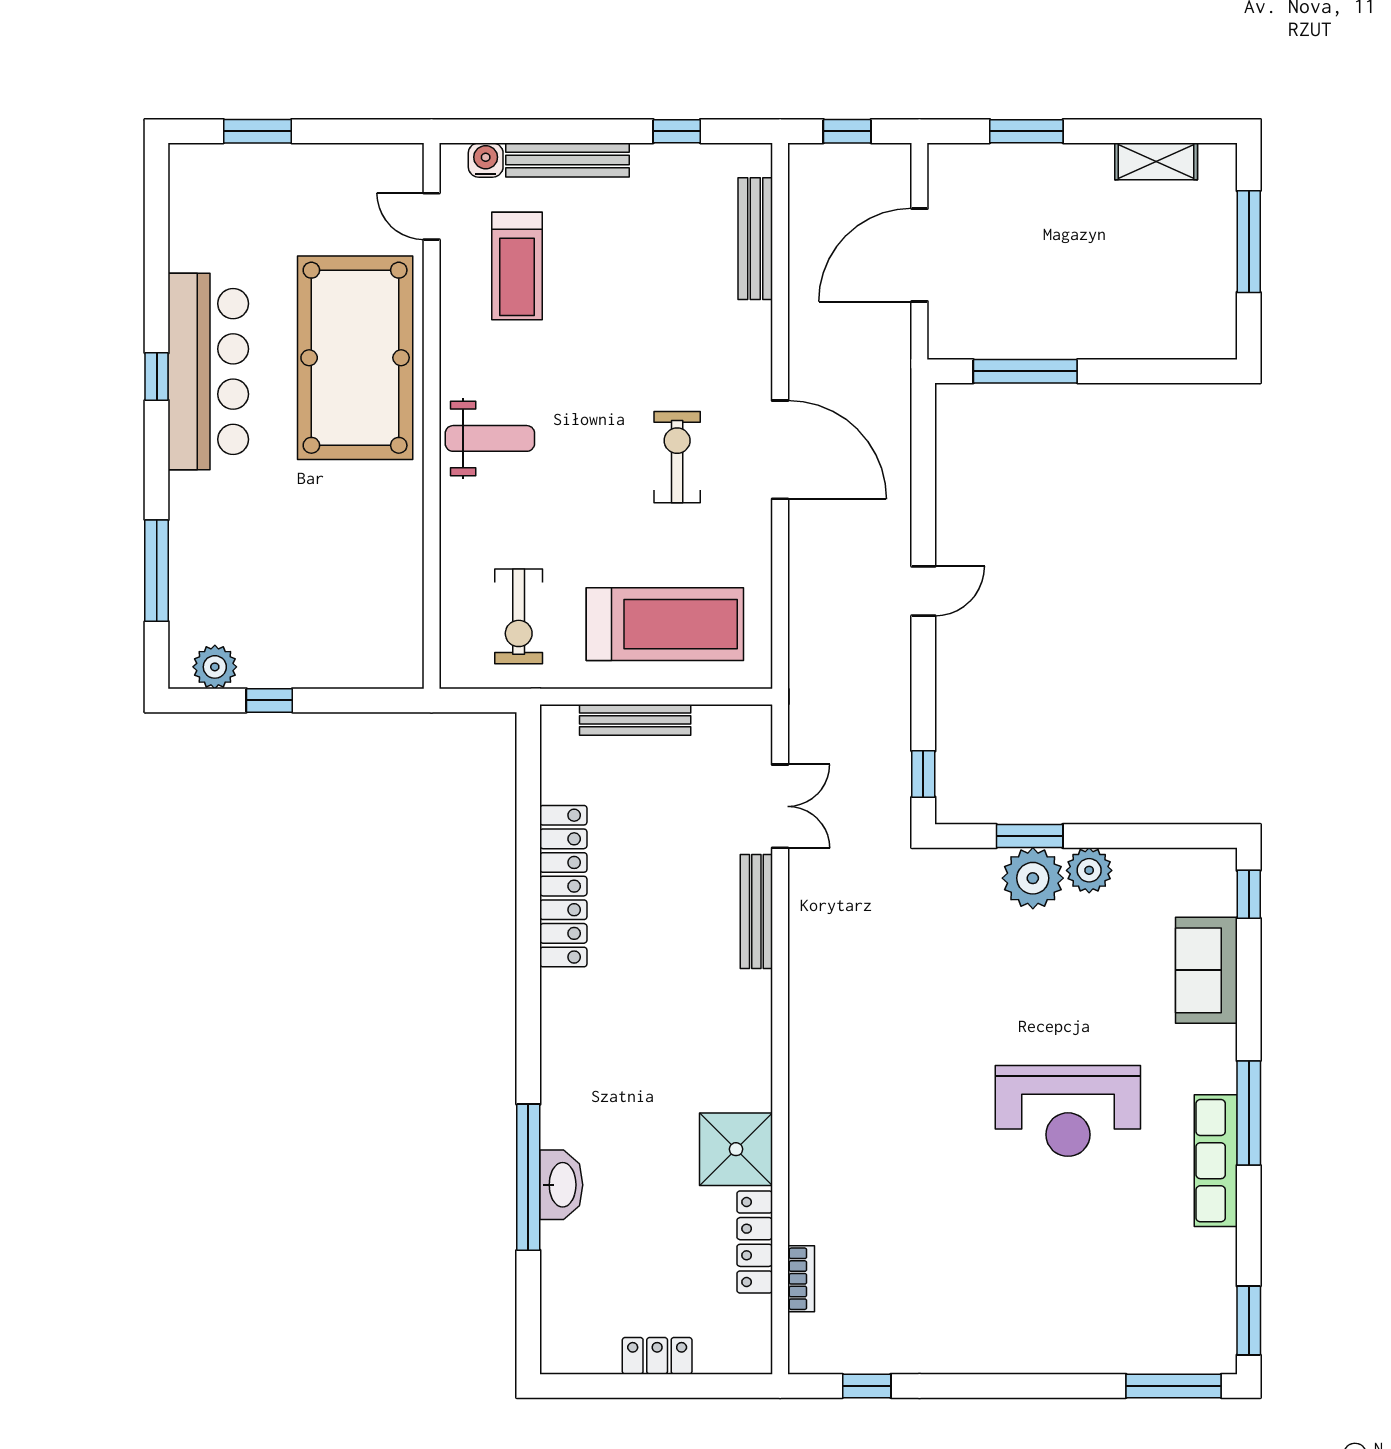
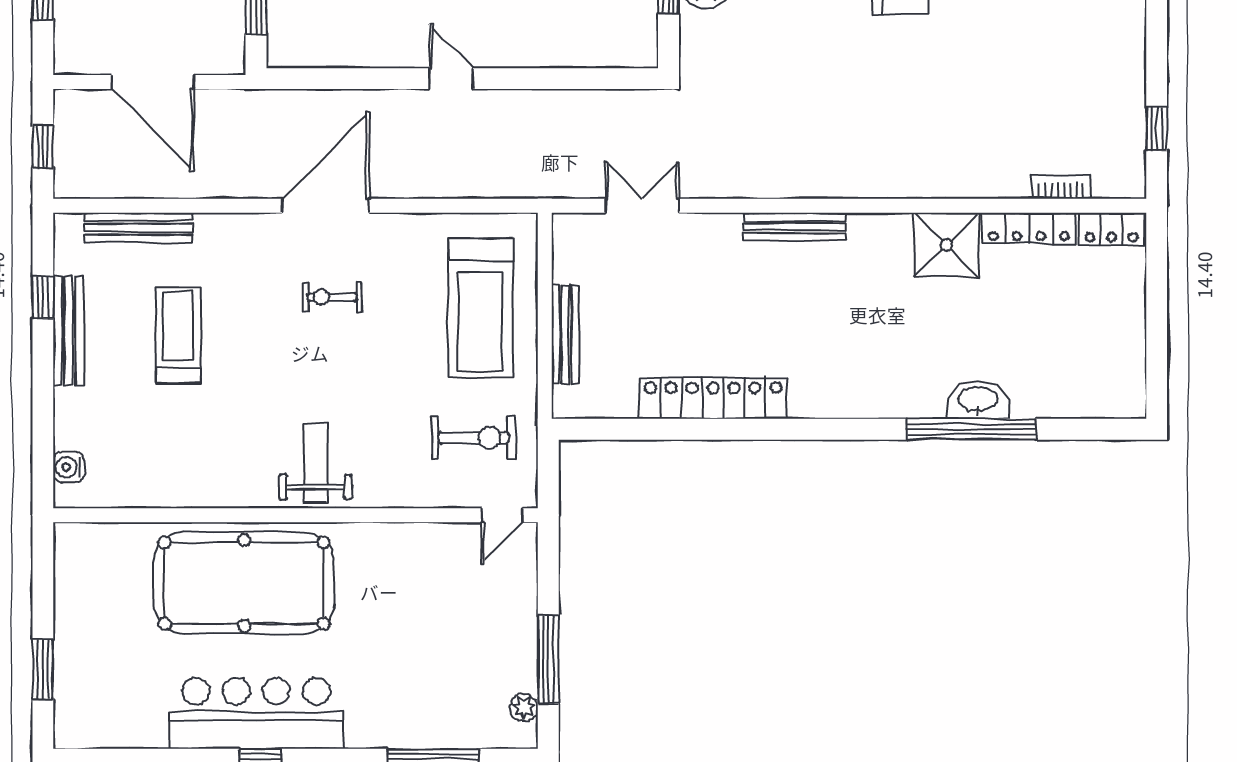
bench: (568, 160) -> (68, 331), moved
door: (432, 216) -> (502, 515), moved
treadmill: (517, 266) -> (178, 335), moved, turned -90
exercise bike: (677, 457) -> (332, 297), width x0.73, depth x0.72
treadmill: (665, 624) -> (480, 308), turned 180
plant: (215, 667) -> (524, 708), width x0.73, depth x0.73
window: (269, 700) -> (548, 659), width x2.17
window: (923, 774) -> (614, 79), removed
bench: (756, 911) -> (795, 227), moved
locker: (657, 1356) -> (1112, 229), moved, turned -90

